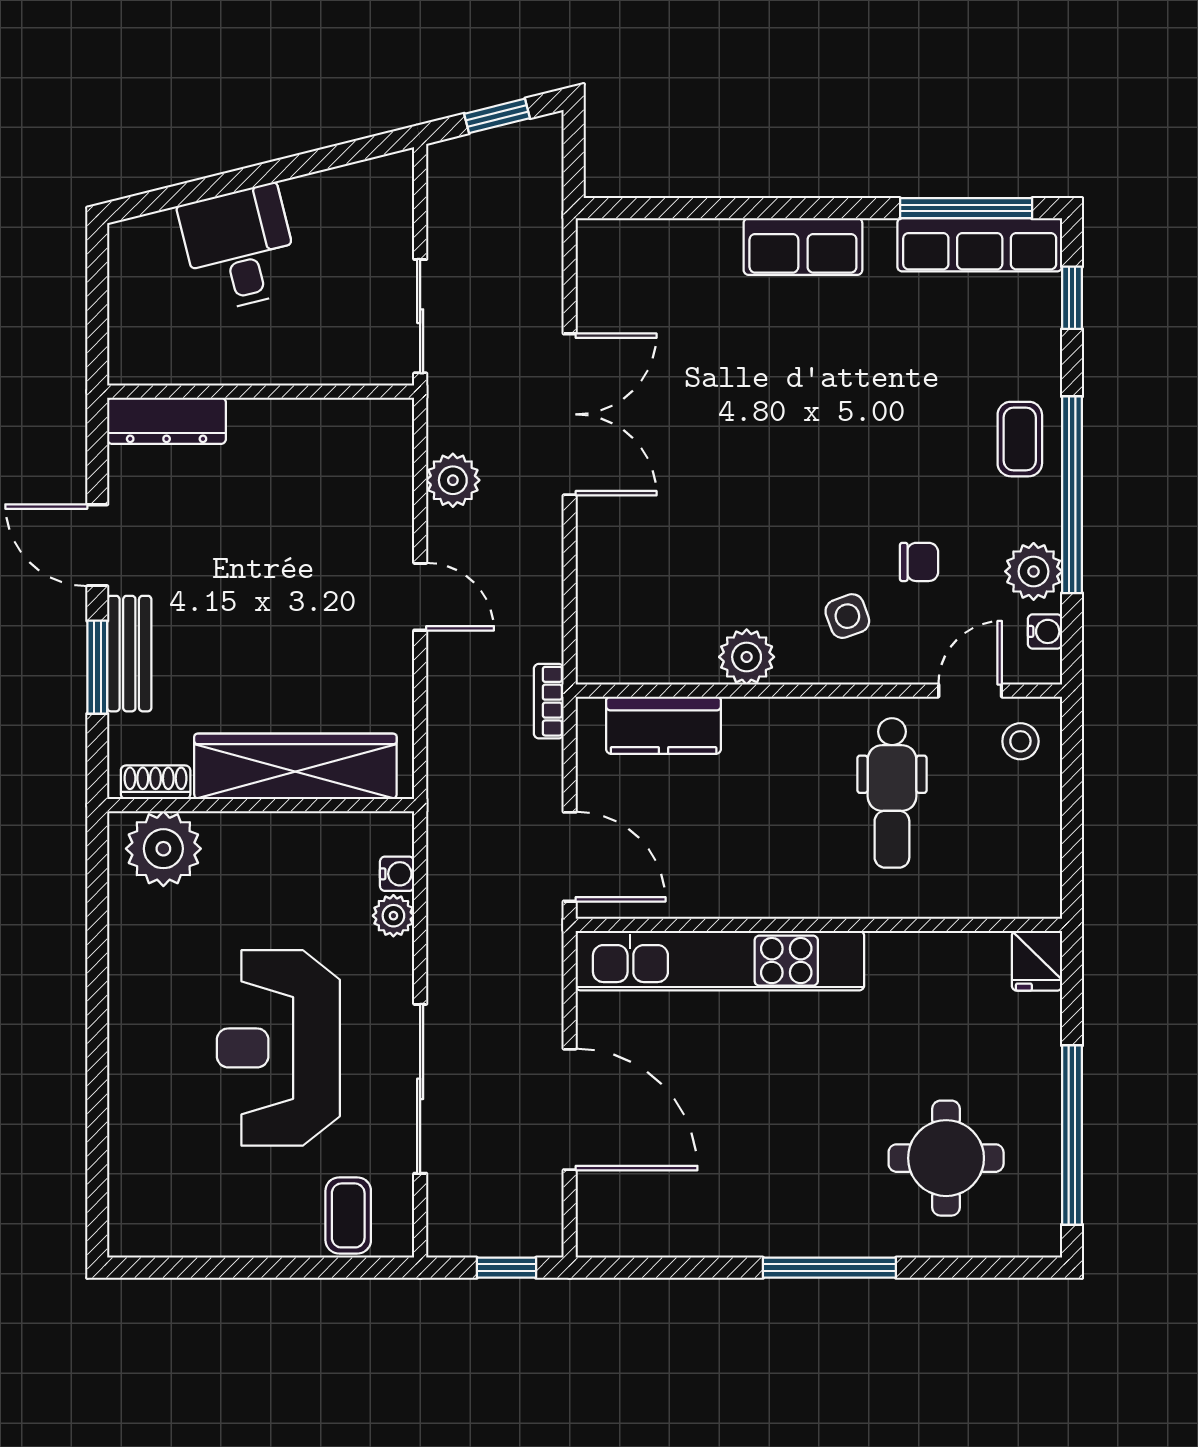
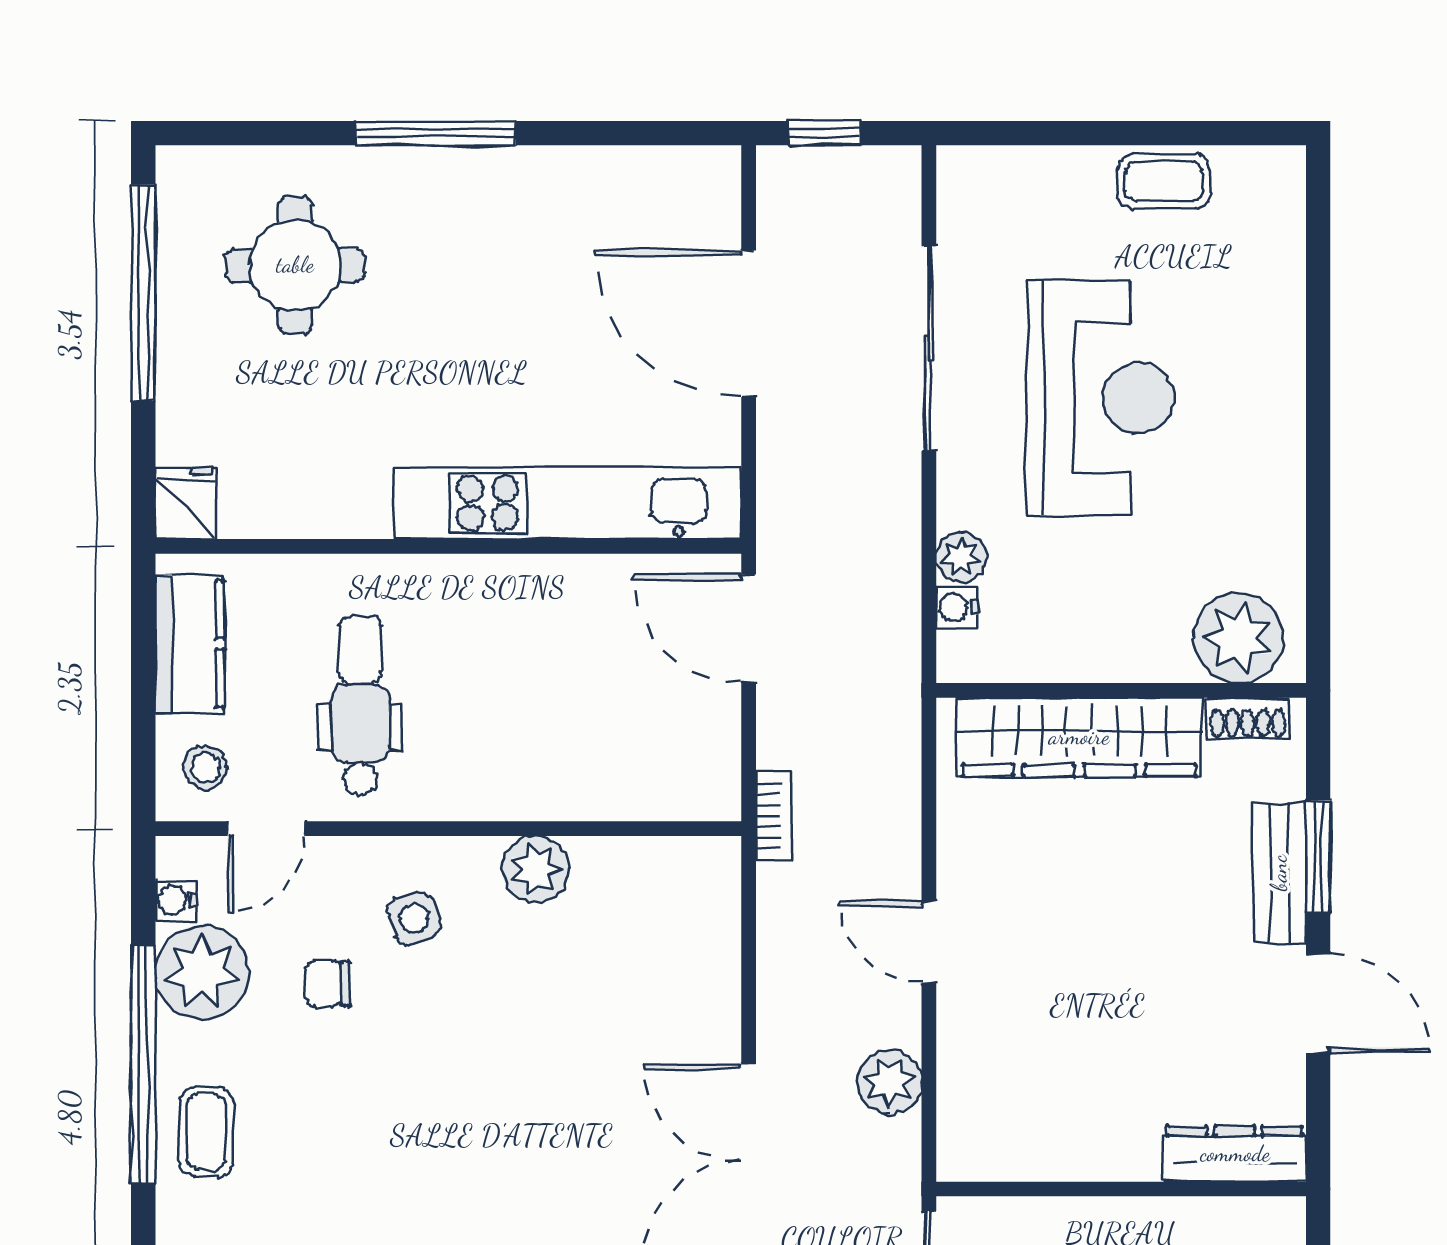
plant: (1034, 571) -> (202, 972), width x1.36, depth x1.36
kitchen counter: (664, 725) -> (190, 644), moved, turned 90
coffee table: (348, 1215) -> (1164, 181), moved, turned 90

